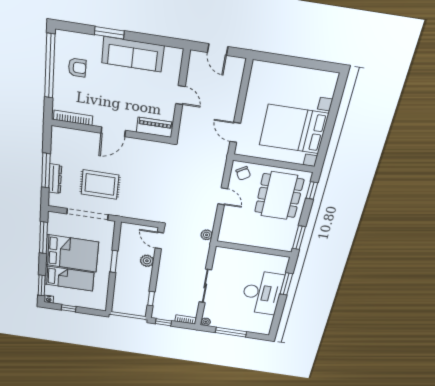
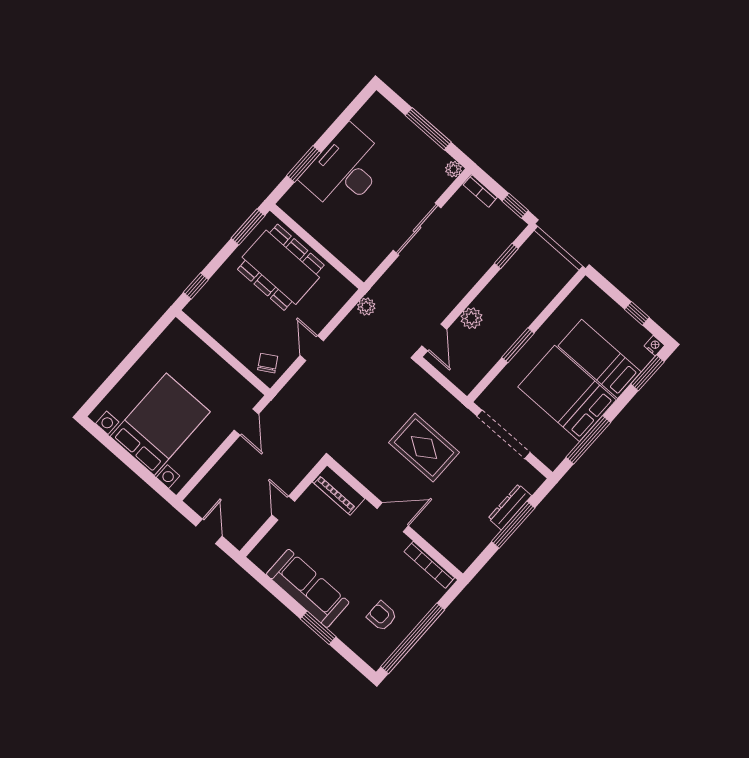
bed with nightstands: (294, 129) -> (160, 424), moved, turned -90
rug: (100, 185) -> (424, 448), moved
dining table: (279, 196) -> (281, 267), moved, turned 90

